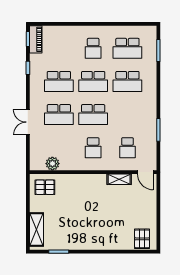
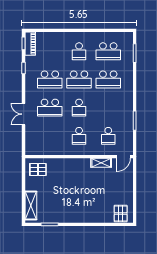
school desk: (93, 115) -> (79, 108), width x0.54
plant: (52, 164) -> (44, 149), removed
door: (145, 172) -> (123, 157), hinge flipped

